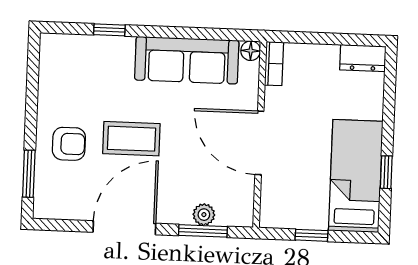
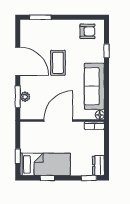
window: (390, 80) -> (89, 178), added
armchair: (69, 144) -> (87, 31), moved, turned -90
window: (312, 235) -> (18, 156), moved

